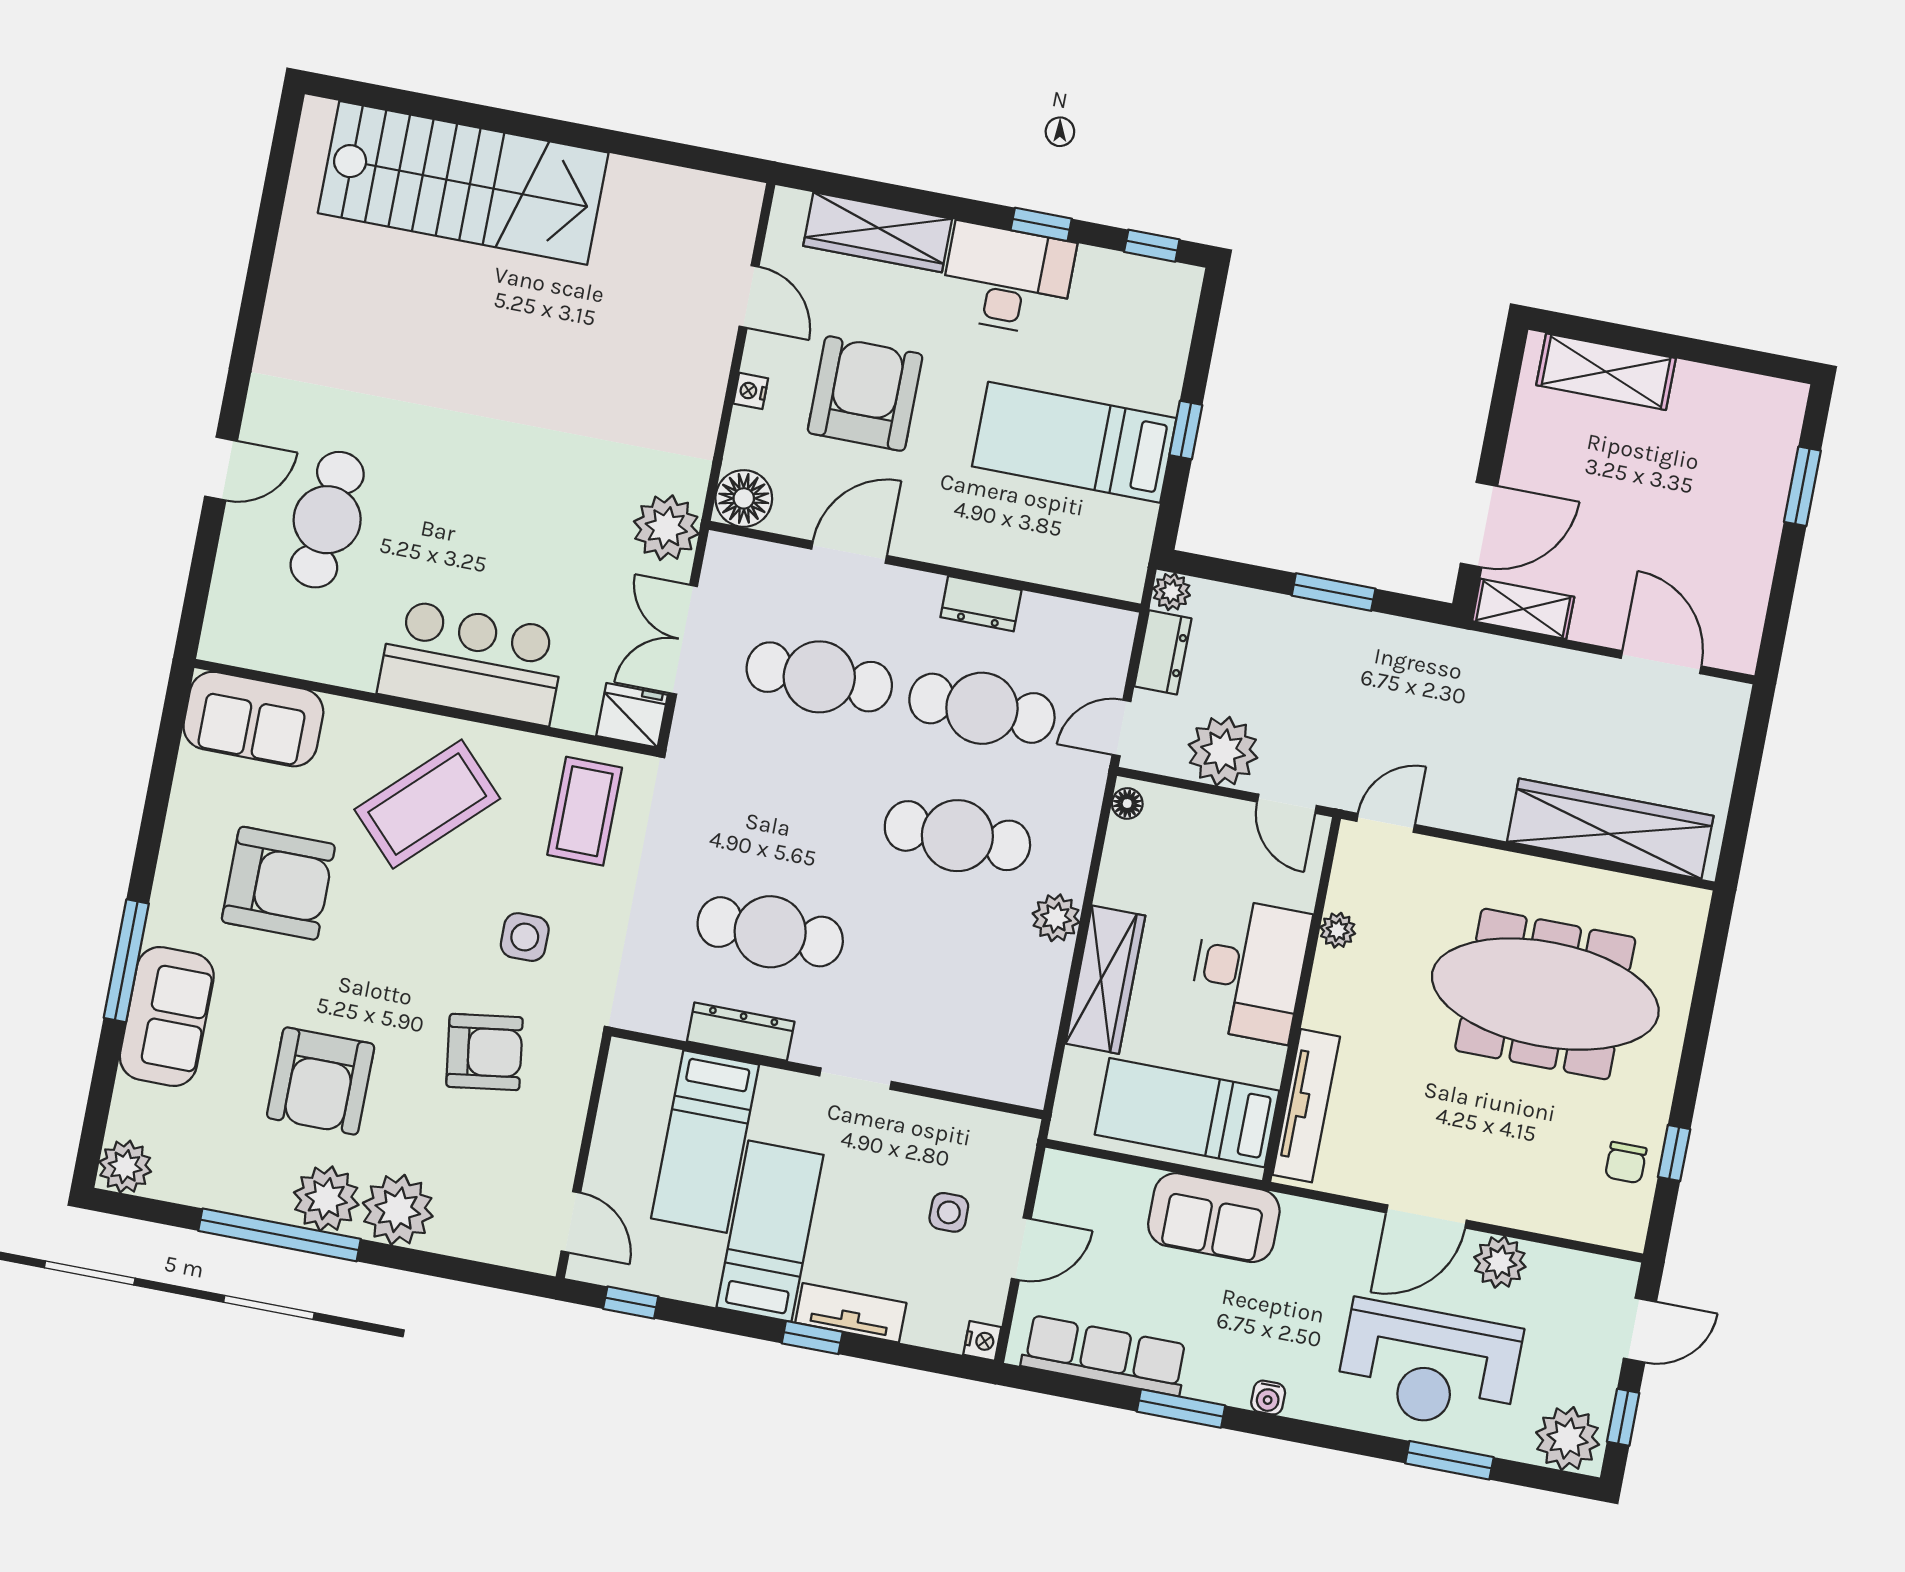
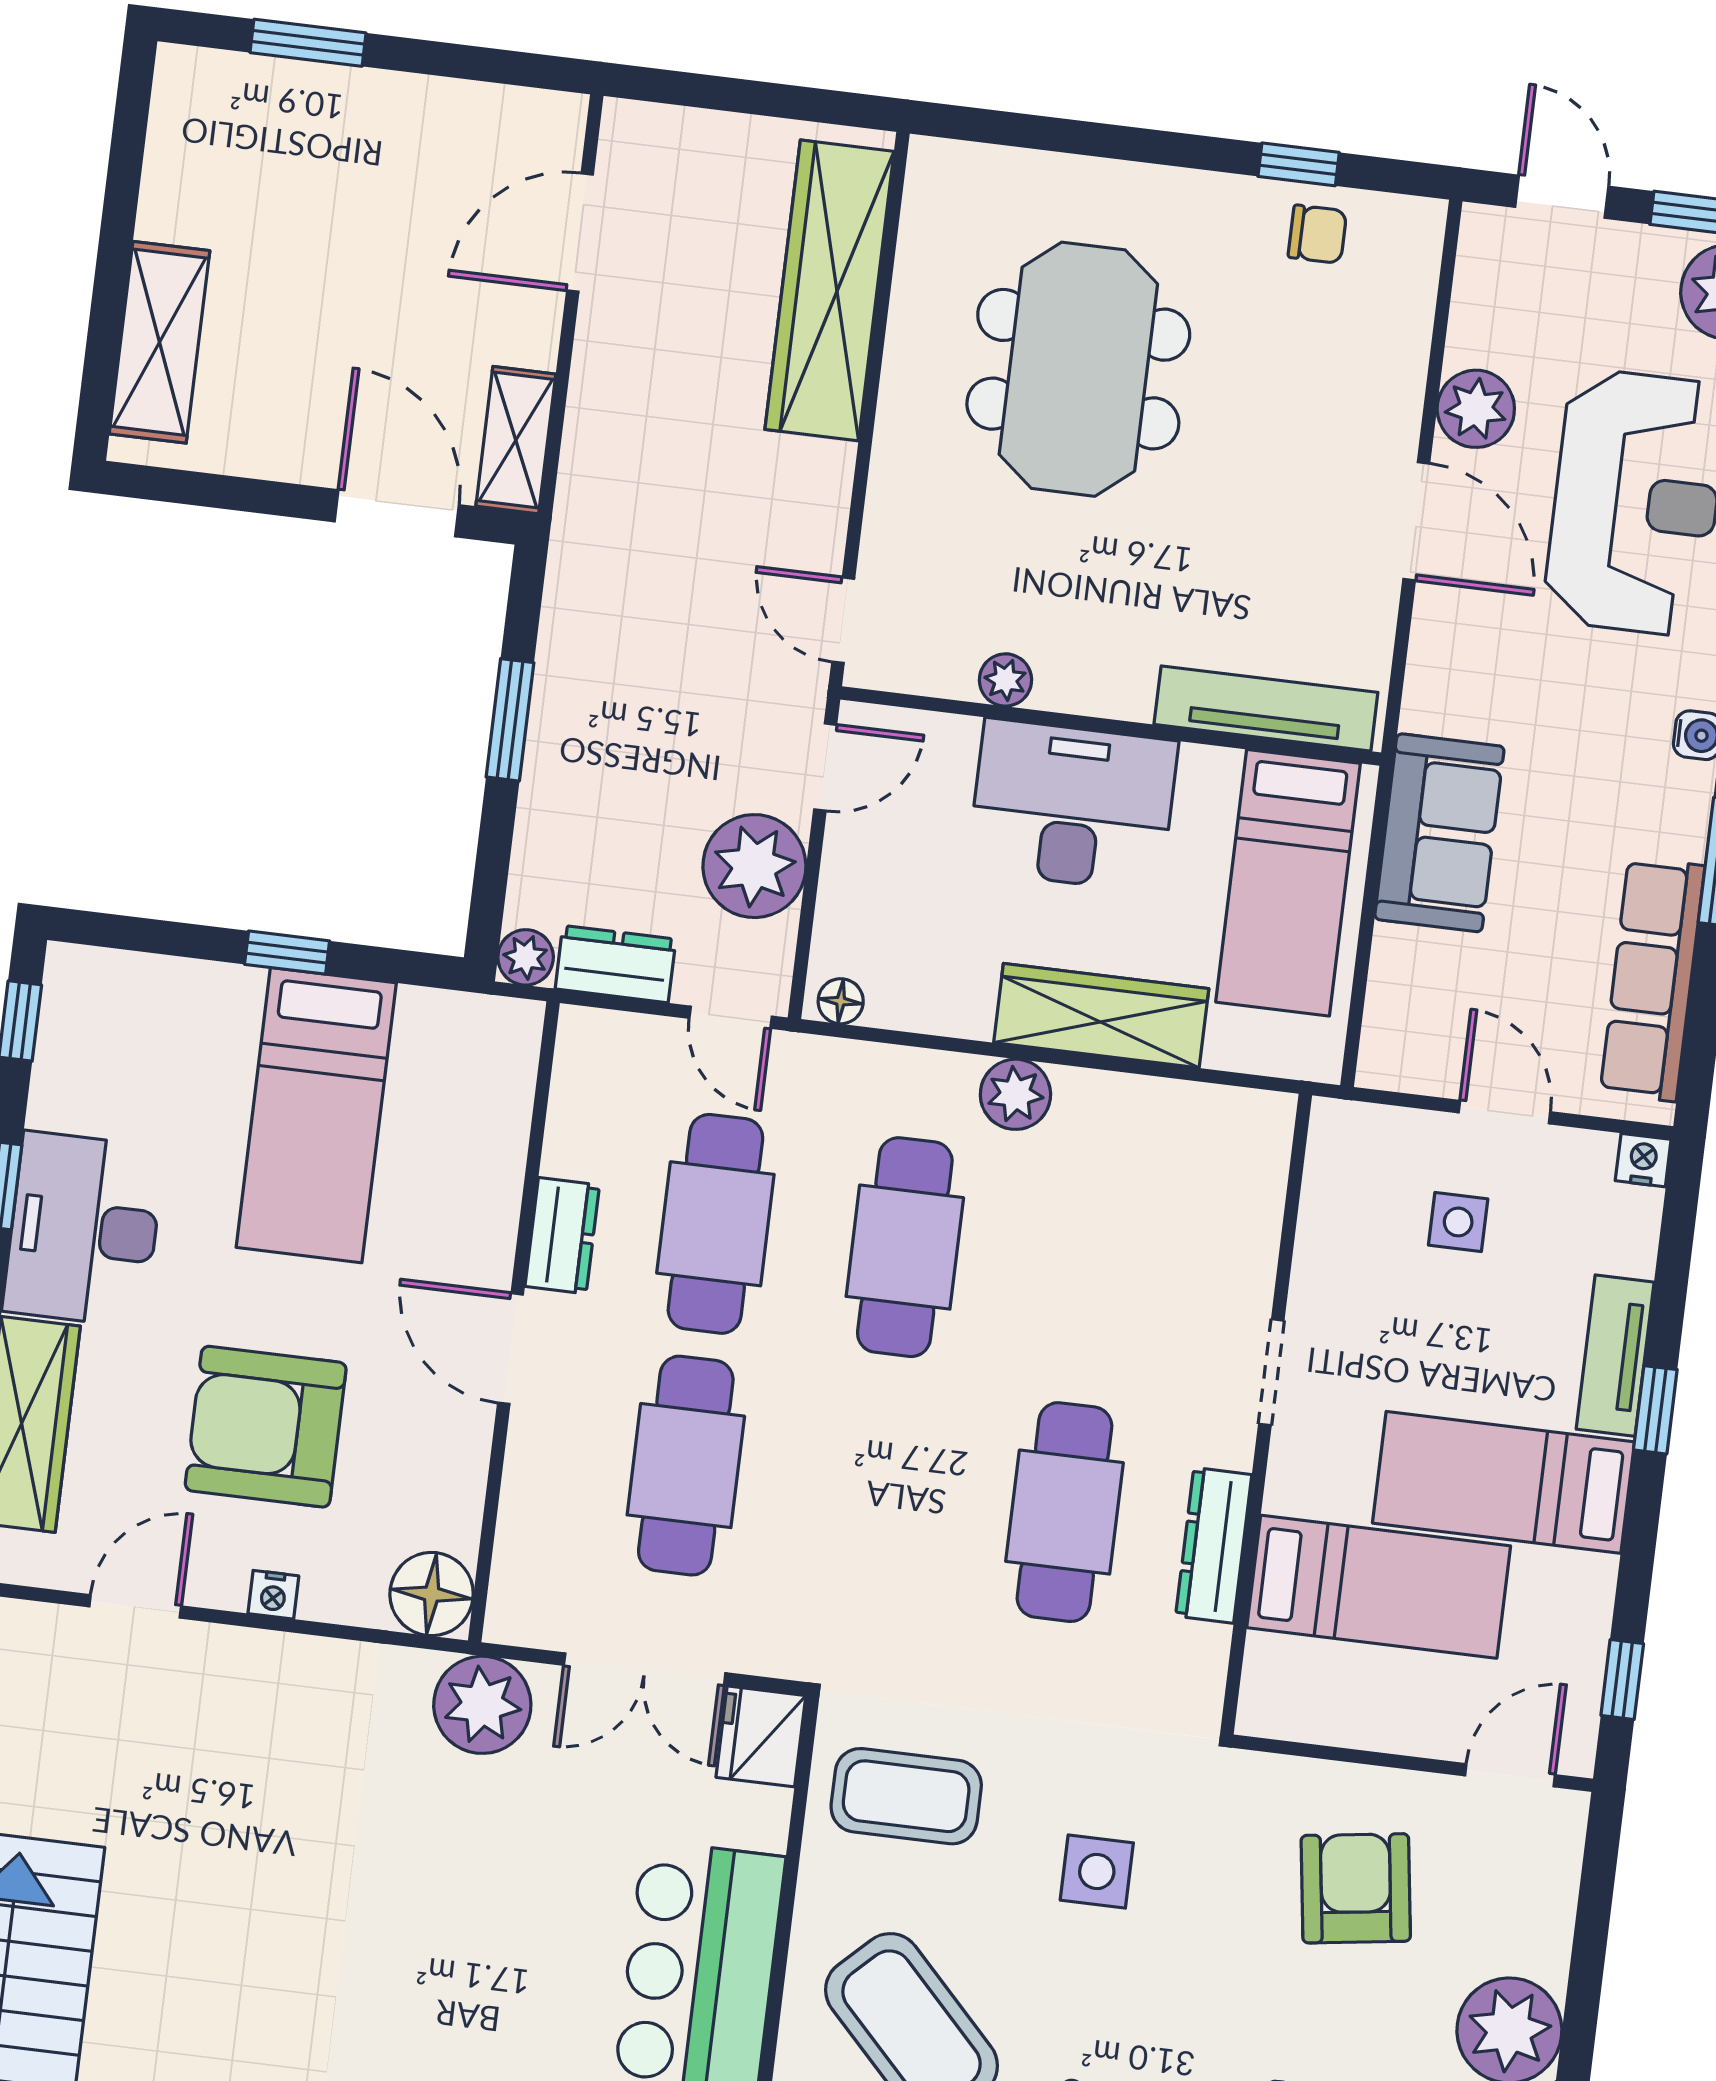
door: (849, 552) -> (510, 1349), moved
meeting table: (1545, 994) -> (1078, 369), width x0.73
armchair: (484, 1052) -> (1356, 1888), moved

